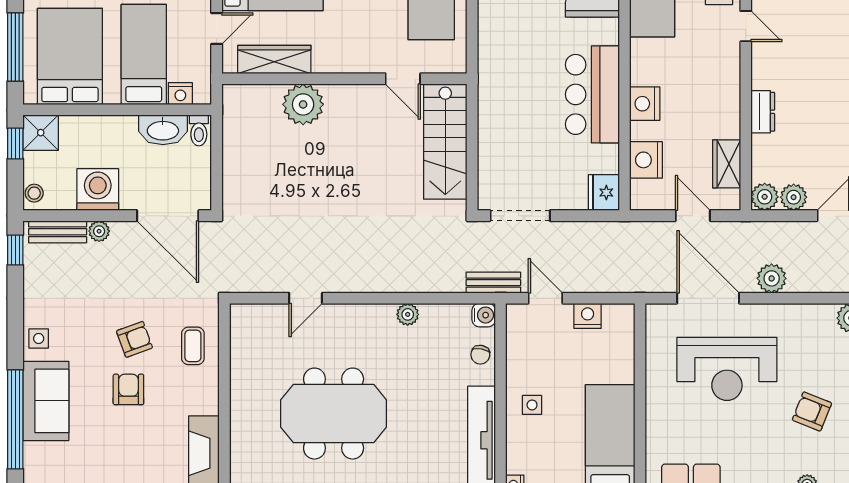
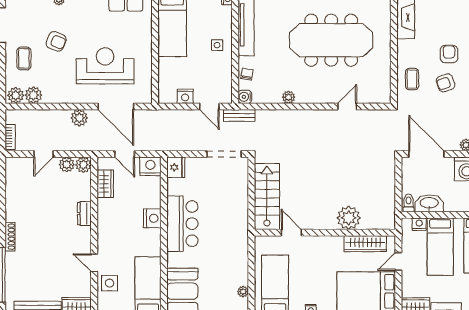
nightstand: (646, 160) -> (150, 166), moved, turned -90
armchair: (128, 389) -> (449, 54), turned 180
meeting table: (334, 414) -> (331, 40), width x1.36

